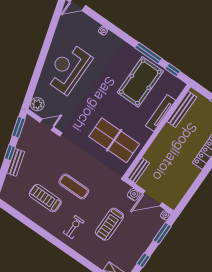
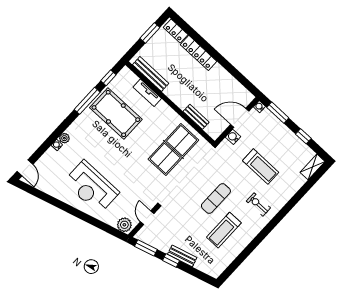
plant: (111, 37) -> (64, 138), added
tv unit: (161, 113) -> (147, 93), width x0.71
bench: (138, 170) -> (196, 117), moved
door: (152, 198) -> (240, 118), swing flipped

